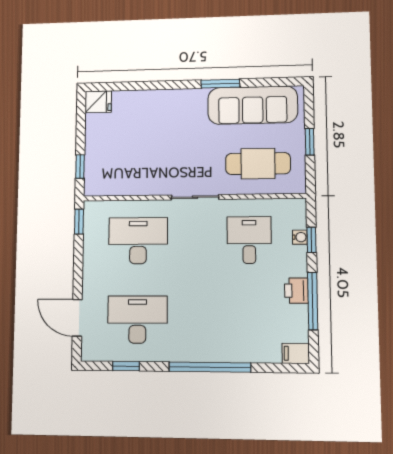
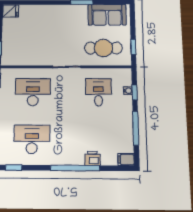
sofa: (253, 105) -> (107, 15), width x0.73
window: (310, 142) -> (133, 47), moved
printer: (296, 291) -> (92, 158), moved, turned 90
window: (126, 366) -> (14, 168), moved

